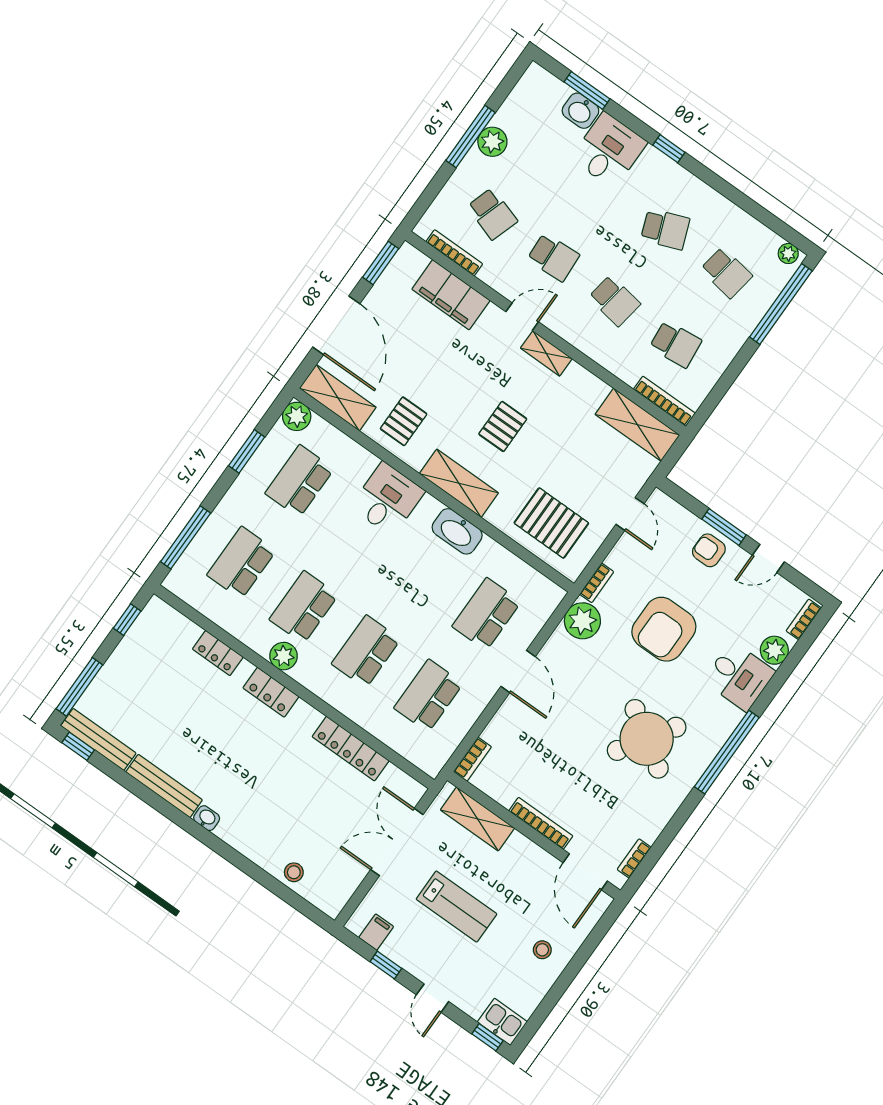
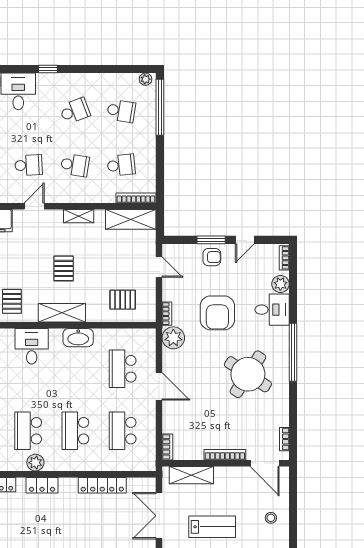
shelving: (546, 353) -> (79, 216), moved
pallet: (551, 523) -> (123, 300), width x0.67, depth x0.71
armchair: (709, 550) -> (212, 257), turned 180

